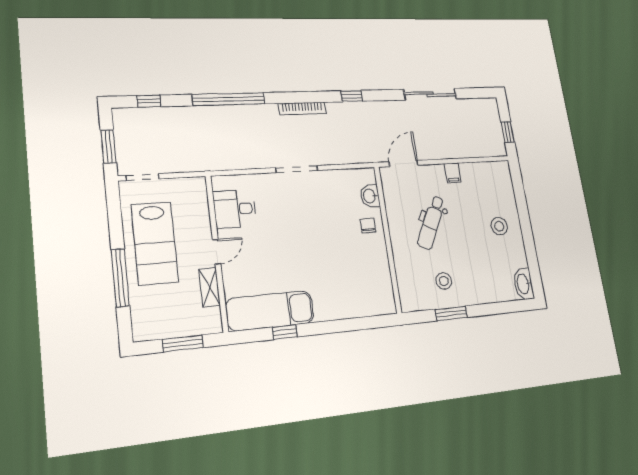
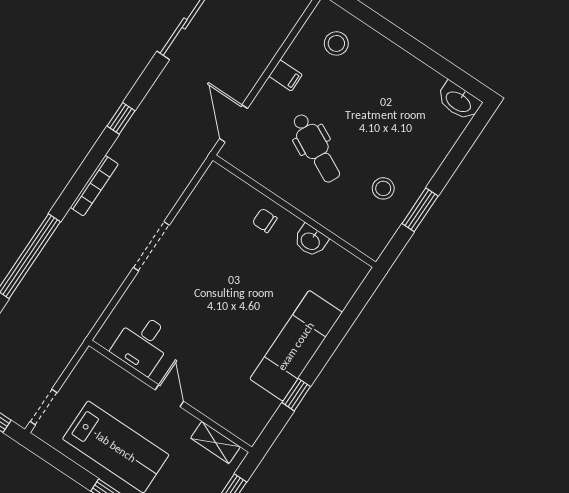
washbasin: (370, 196) -> (311, 241), moved
stool: (499, 226) -> (336, 43), moved
shelving: (210, 287) -> (215, 442), moved
exam couch: (270, 311) -> (296, 346), moved

